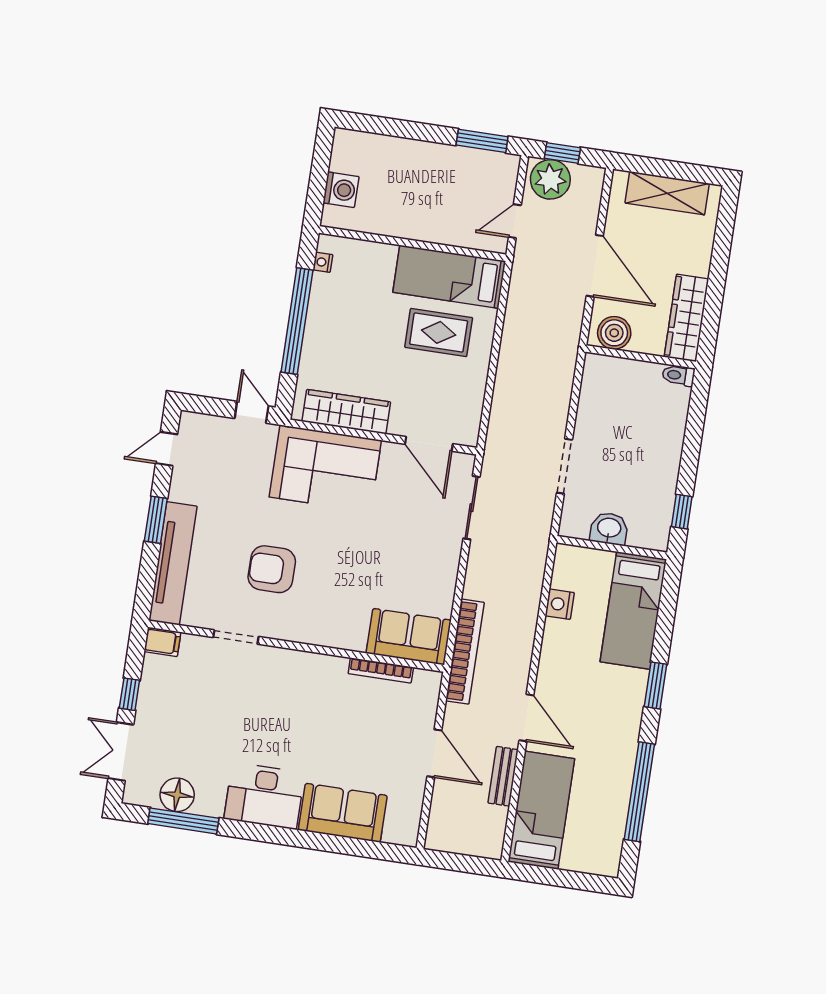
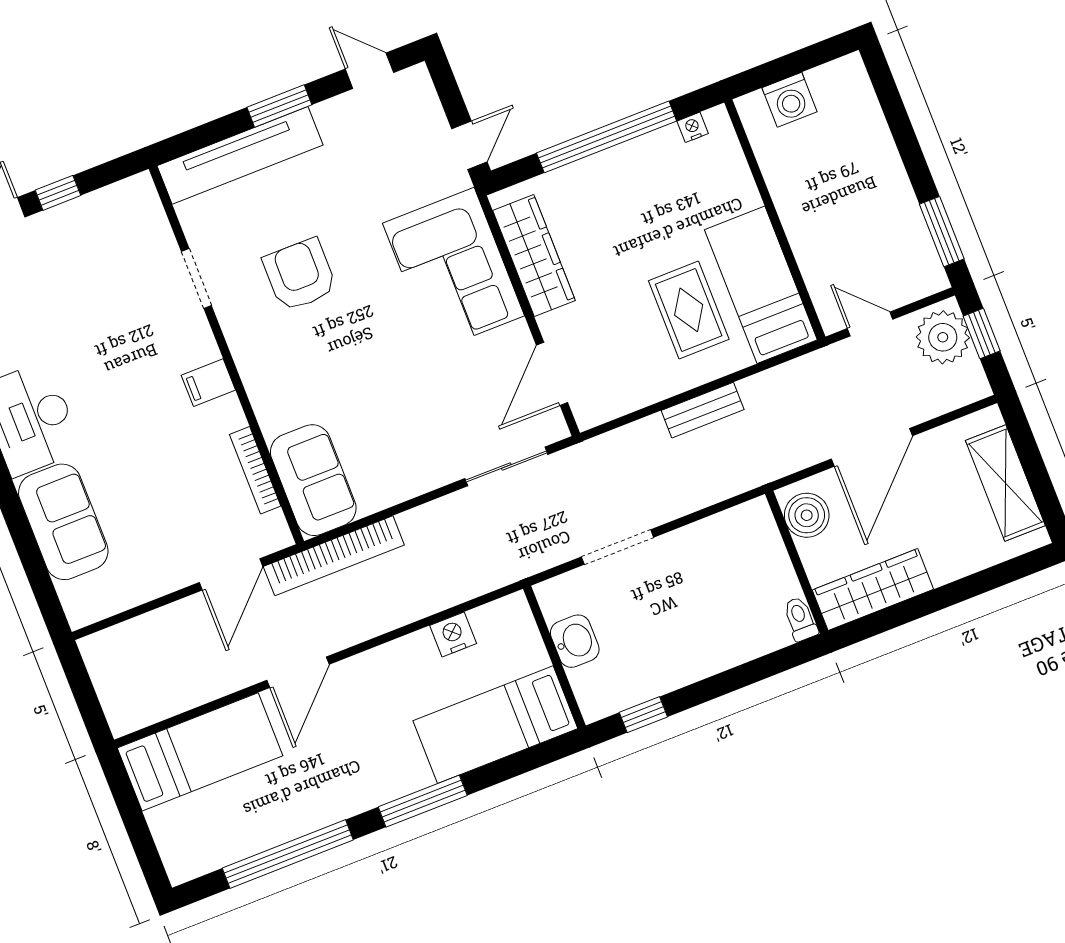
filing cabinet: (162, 642) -> (208, 383), moved, turned 90
window: (655, 685) -> (423, 801), width x1.44
door: (434, 753) -> (231, 574), moved
bench: (503, 776) -> (703, 410), moved

